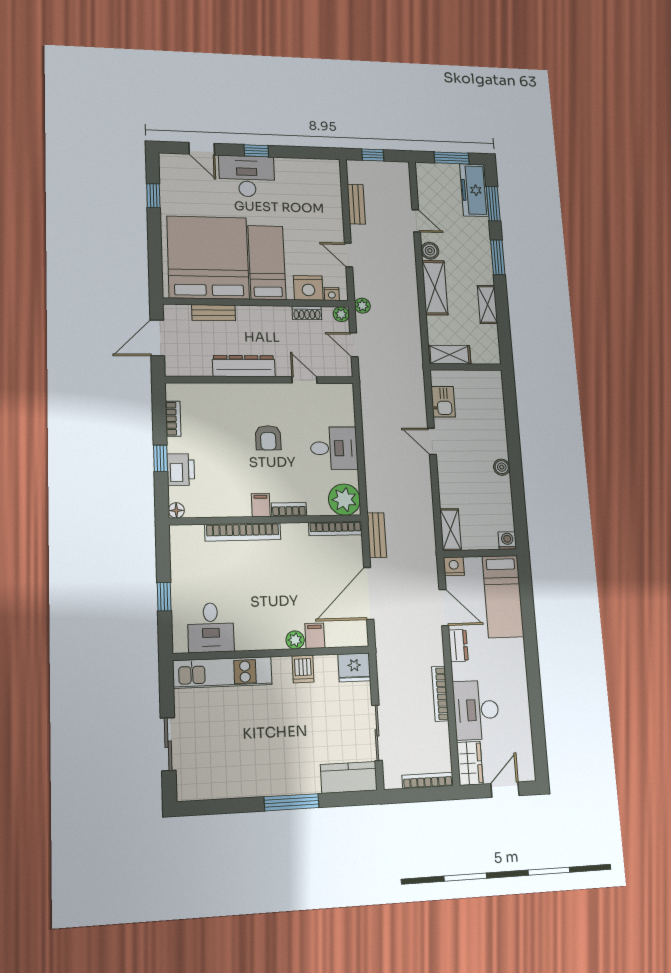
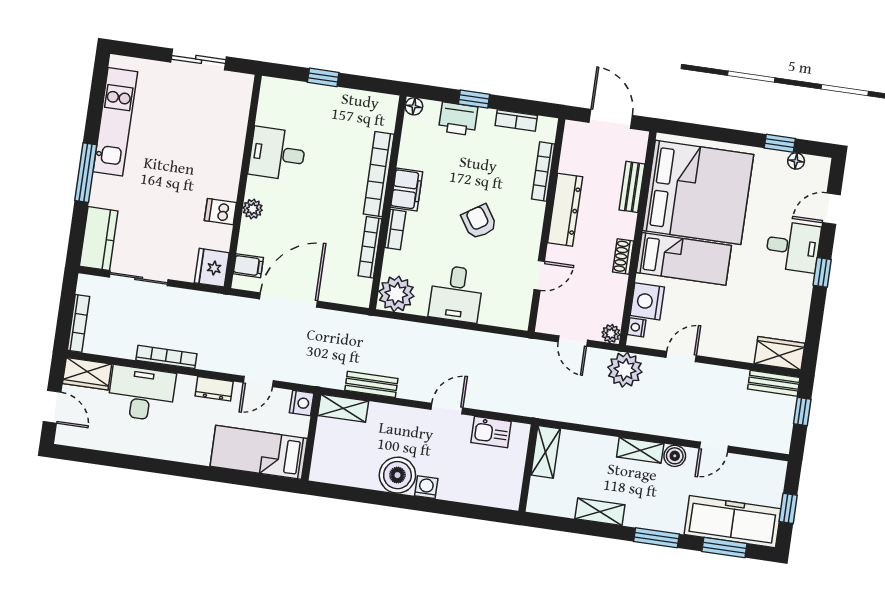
window: (452, 158) -> (788, 508), width x0.67
desk: (247, 176) -> (793, 247), width x0.73
wardrobe: (330, 178) -> (779, 353), added
floor lamp: (166, 181) -> (796, 161), added
freezer: (474, 190) -> (733, 522), width x1.36, depth x1.26
bench: (356, 204) -> (774, 383), moved
shelving: (435, 288) -> (640, 450), width x0.67, depth x0.75
plant: (362, 306) -> (625, 370), width x1.88, depth x1.88
shoe rack: (307, 313) -> (623, 257), moved
door: (354, 345) -> (573, 341), swing flipped
bookcase: (214, 389) -> (543, 171), added
armchair: (268, 438) -> (479, 222), turned 57
boiler: (502, 467) -> (397, 475), width x1.86, depth x1.86
filing cabinet: (261, 505) -> (407, 190), width x2.00
bookcase: (335, 529) -> (370, 247), moved
bench: (377, 535) -> (371, 384), moved
washing machine: (507, 541) -> (426, 487), moved, turned -90
door: (369, 593) -> (288, 300), hinge flipped
door: (444, 607) -> (258, 381), width x0.73
desk: (211, 627) -> (277, 154), moved
filing cabinet: (315, 636) -> (248, 266), moved
kitchen unit: (222, 672) -> (115, 122), moved, turned 180
sliding door: (168, 744) -> (199, 59), moved

